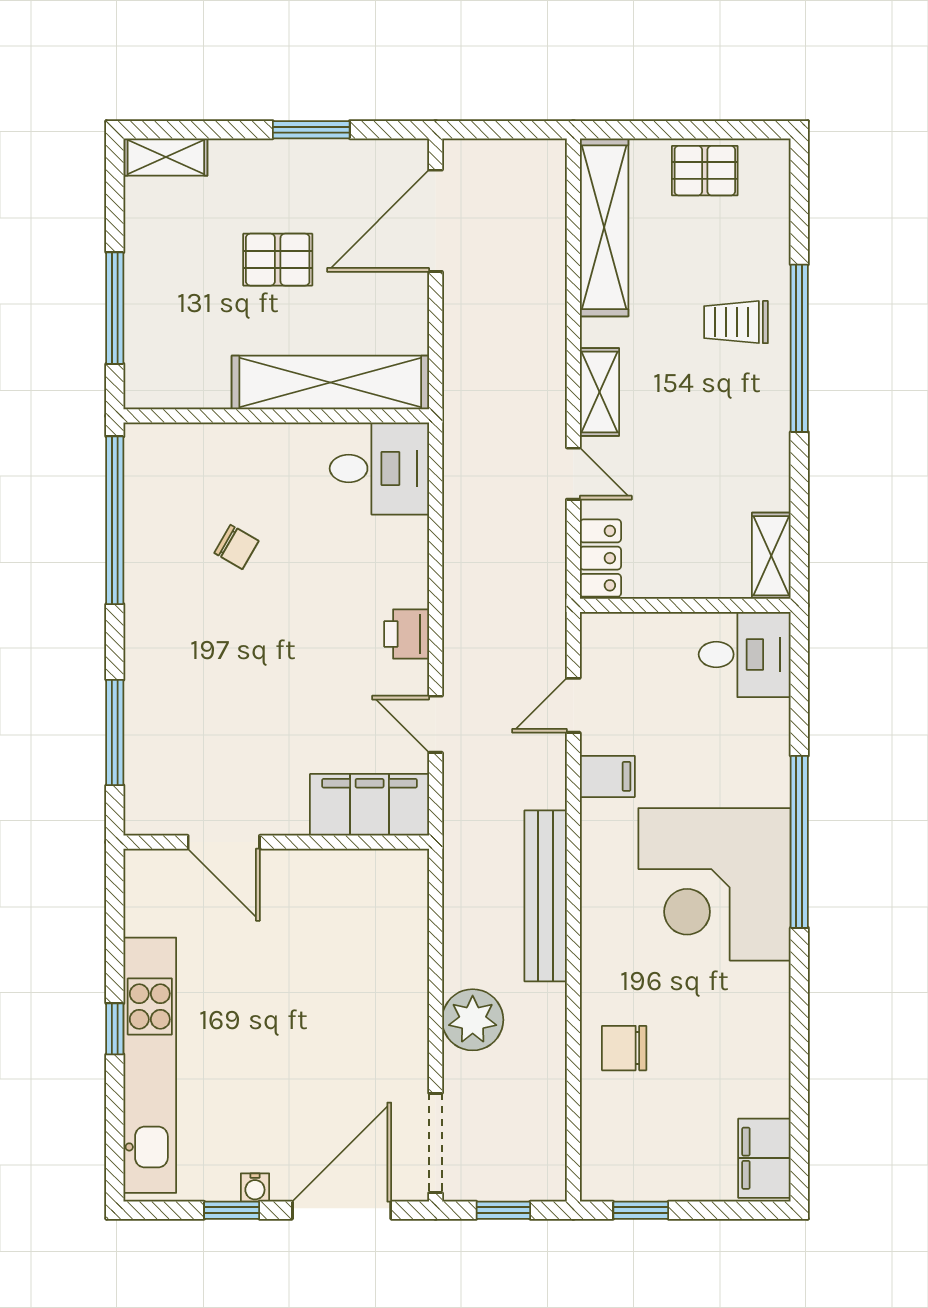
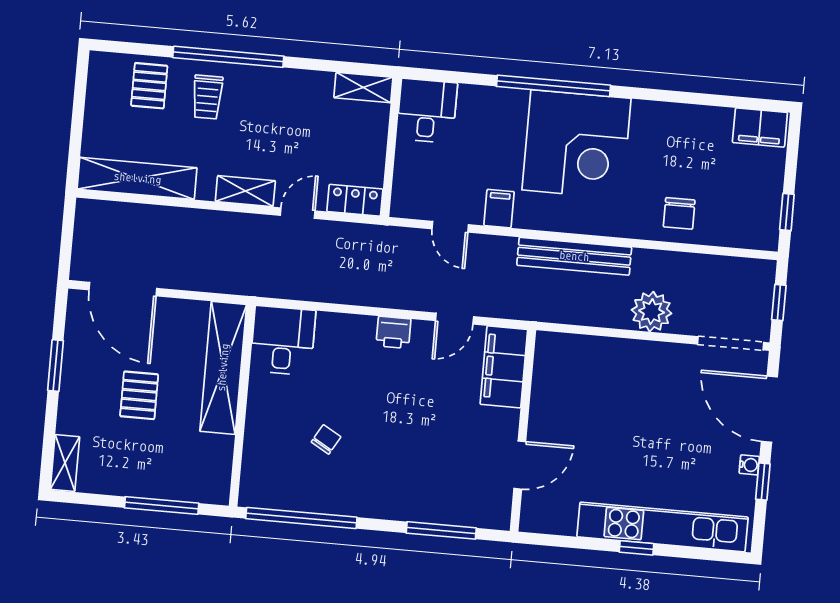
pallet: (705, 171) -> (149, 86), moved

